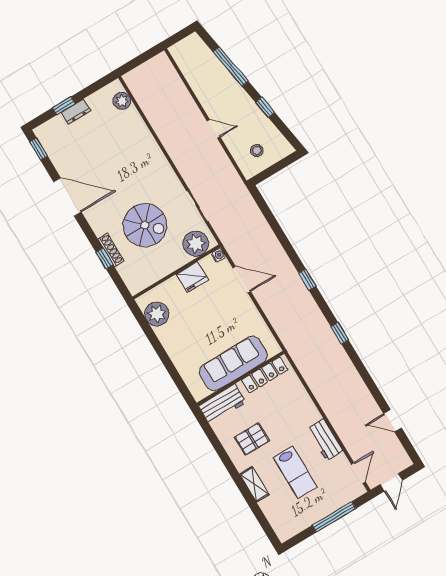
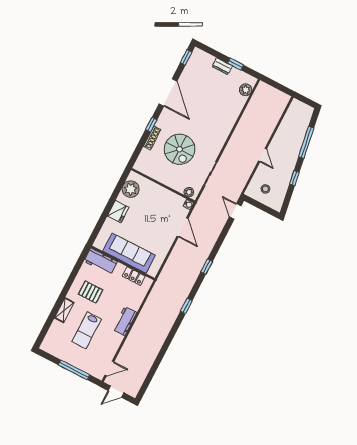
window: (64, 106) -> (236, 64), moved
plant: (196, 244) -> (189, 192), width x0.53, depth x0.53
window: (105, 258) -> (151, 125), moved
fridge: (192, 277) -> (118, 212), moved, turned -90
locker: (265, 375) -> (134, 276), width x0.66
door: (392, 421) -> (235, 211), moved
workbench: (325, 440) -> (125, 321), moved

